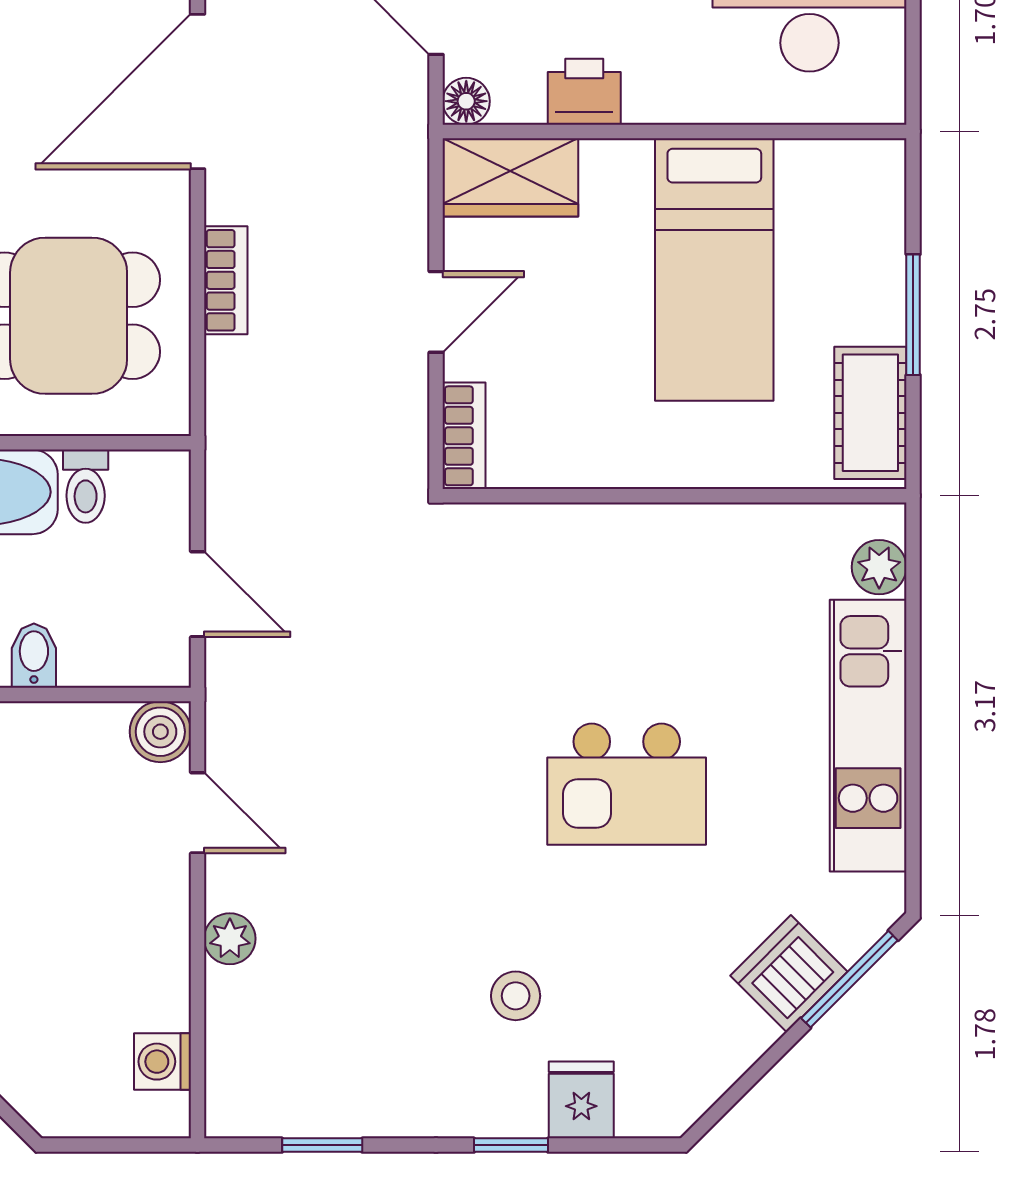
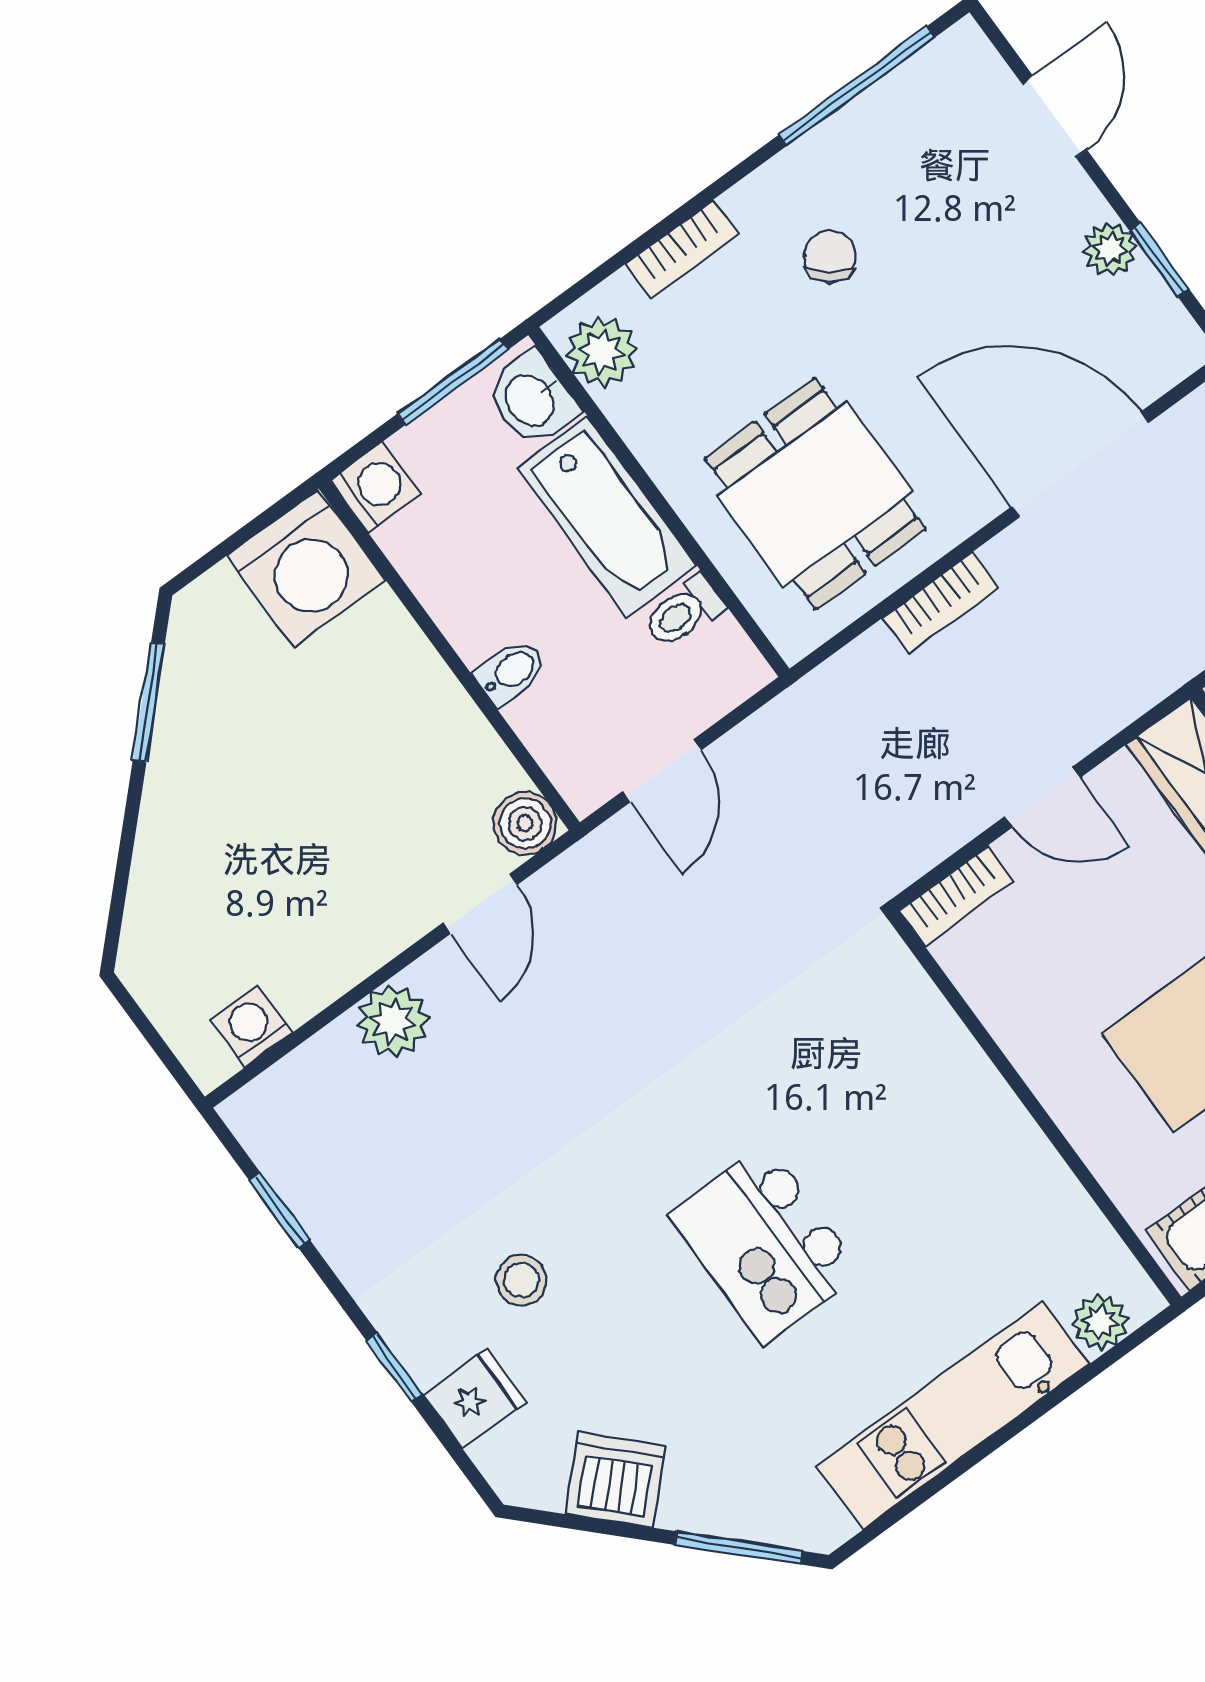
plant: (230, 939) -> (393, 1021), width x1.38, depth x1.38
dishwasher: (789, 974) -> (616, 1480), moved

